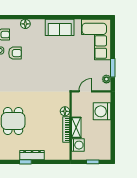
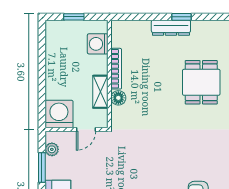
washing machine: (102, 111) -> (59, 114), moved, turned -90
shelving: (76, 127) -> (100, 92), moved

